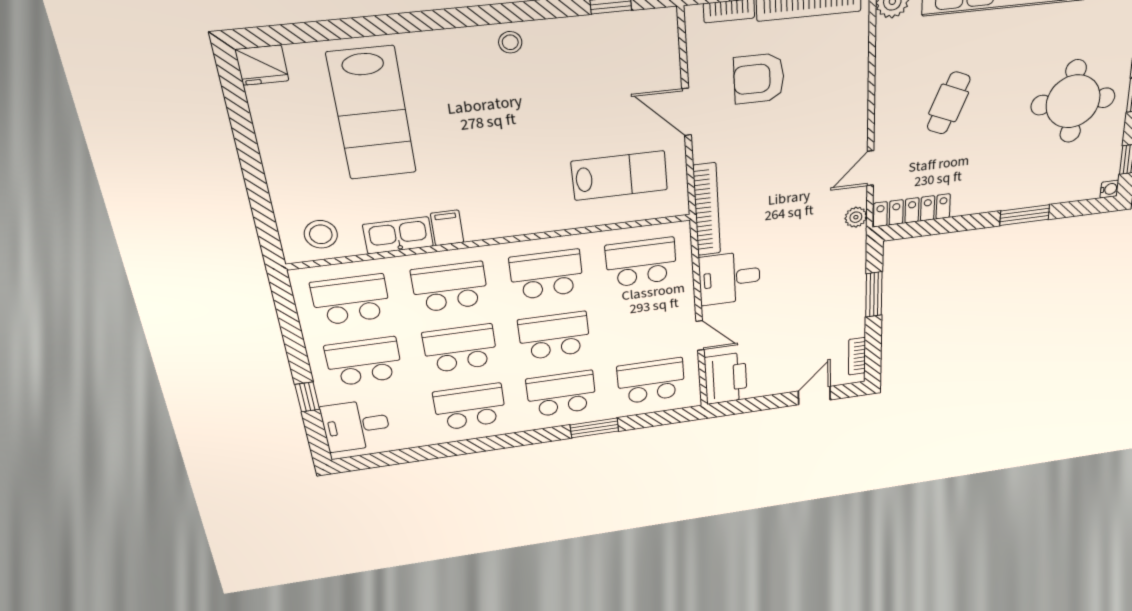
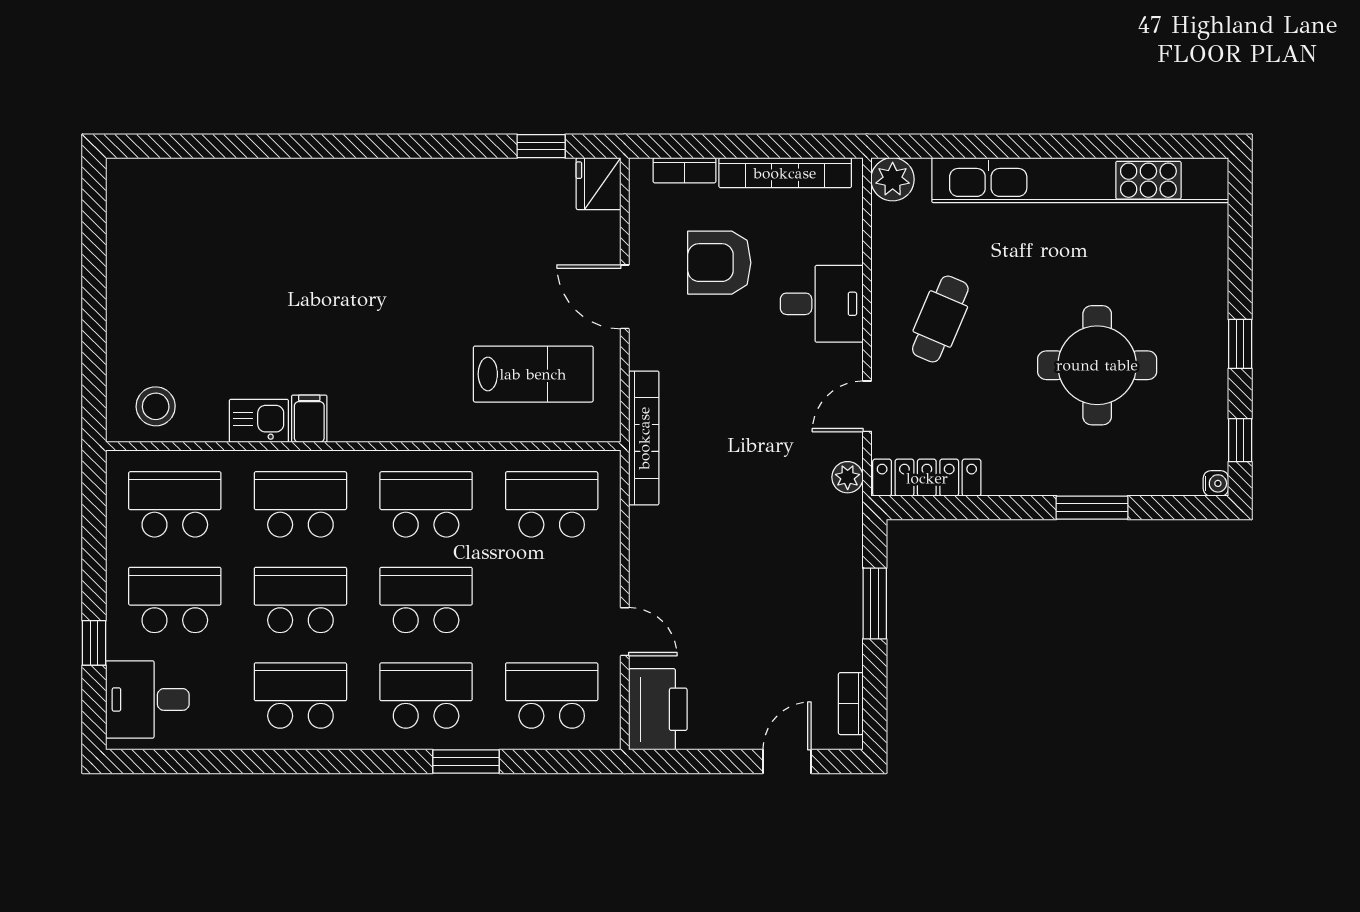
stool: (510, 42) -> (417, 183), removed
fridge: (262, 65) -> (599, 184), moved, turned 90
round table: (1073, 101) -> (1097, 365), moved
cafe table: (949, 103) -> (940, 319), moved
lab bench: (372, 113) -> (244, 254), removed
kitchen sink: (398, 235) -> (259, 421), width x0.73
desk: (730, 278) -> (822, 304), moved, turned 180

